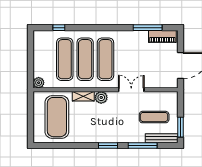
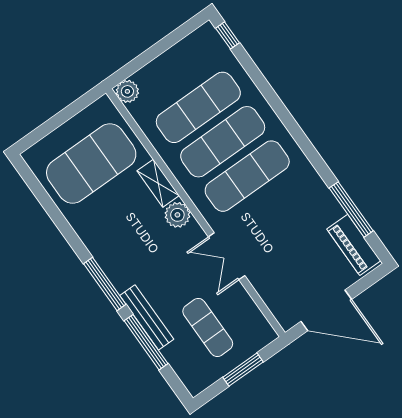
window: (59, 28) -> (227, 35), moved
double door: (131, 90) -> (227, 256), swing flipped
window: (180, 127) -> (243, 370), moved
bench: (162, 138) -> (147, 317), moved
window: (108, 145) -> (105, 284), width x1.44

